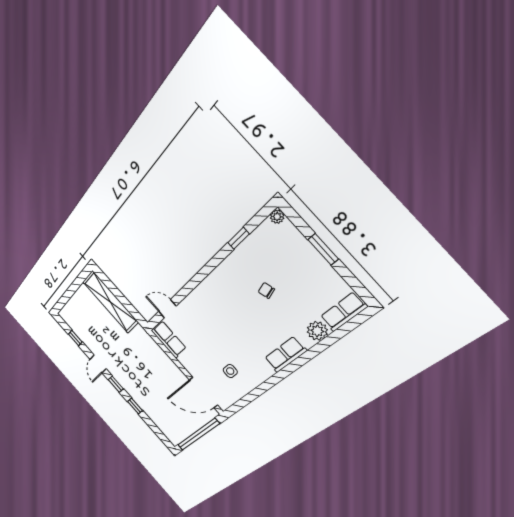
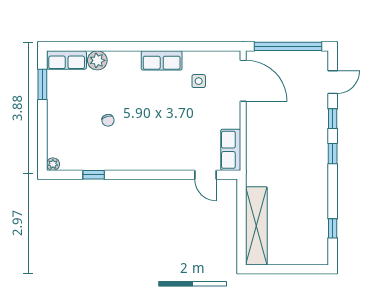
window: (323, 249) -> (42, 84), moved
row of seats: (285, 355) -> (162, 60), moved
door: (98, 364) -> (333, 82), moved

